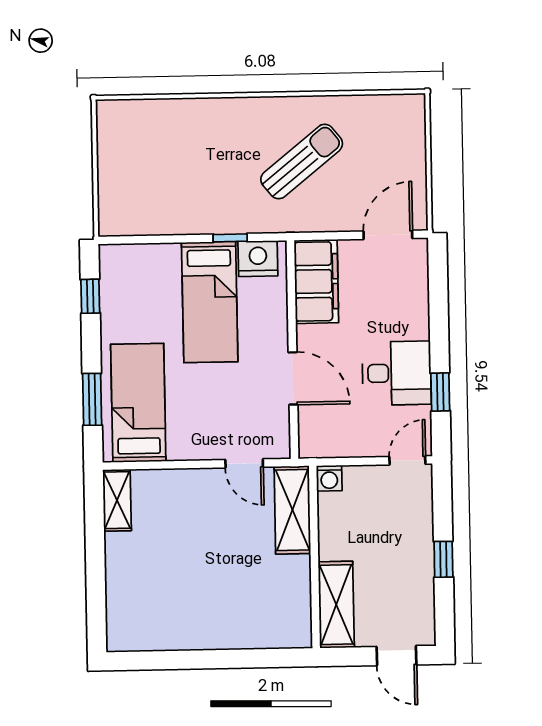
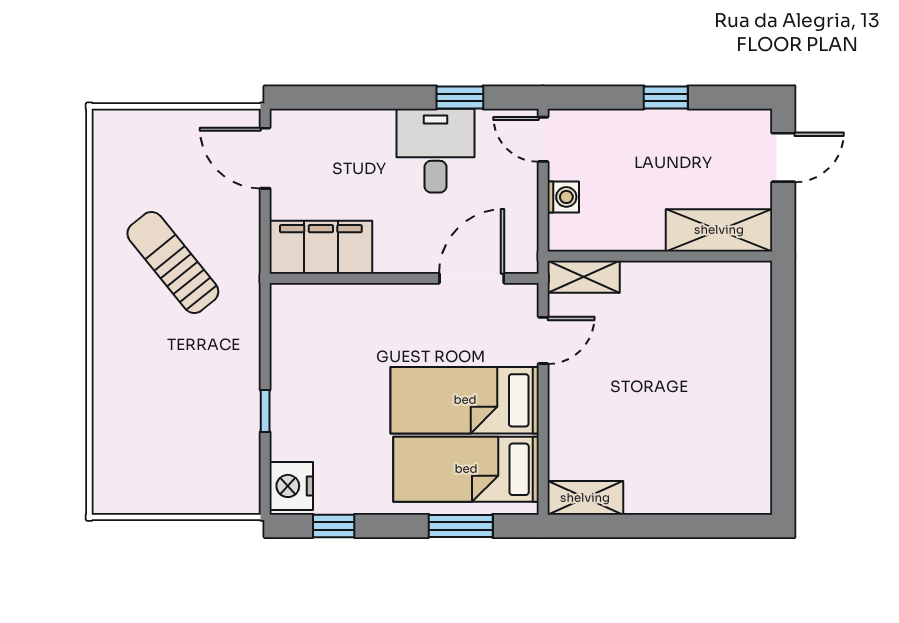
window: (230, 238) -> (265, 411), moved
nightstand: (258, 259) -> (291, 486), moved
bed: (210, 302) -> (465, 400), moved, turned 180
door: (293, 378) -> (472, 278), moved
washing machine: (329, 478) -> (563, 197), moved
shelving: (292, 510) -> (584, 277), width x0.67, depth x0.75

